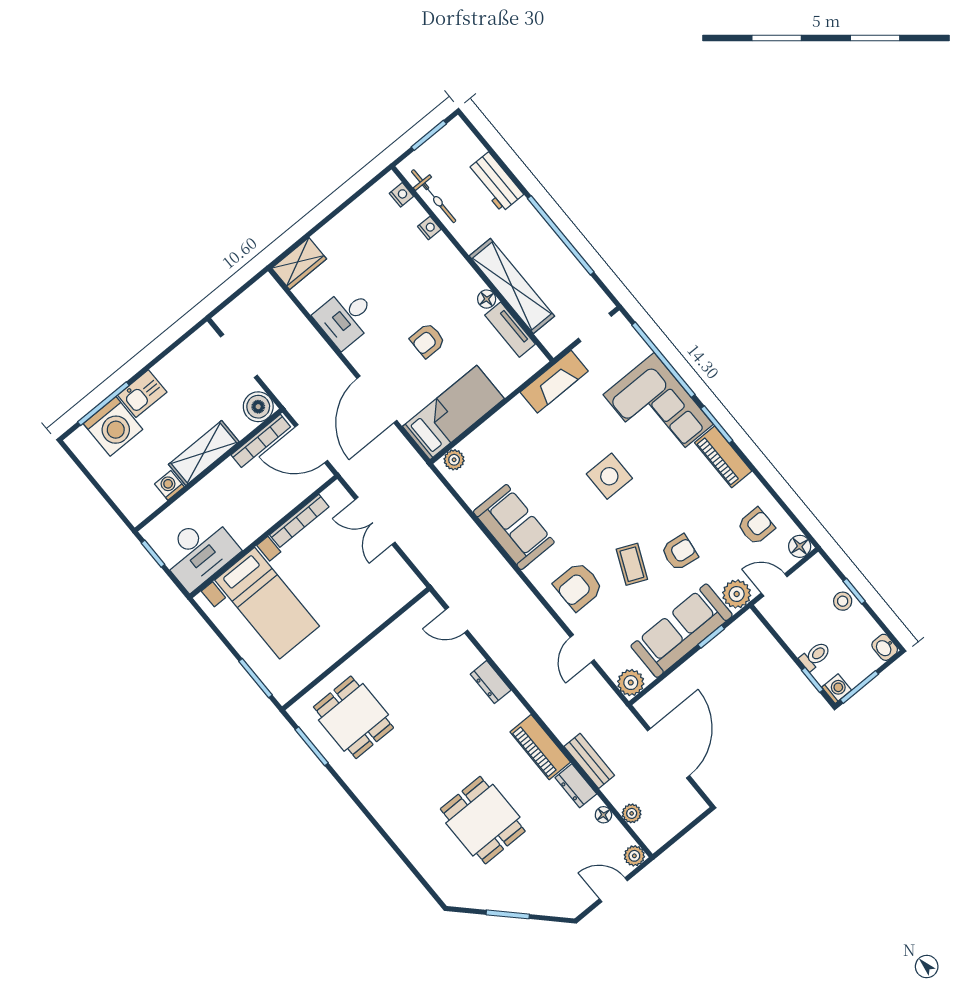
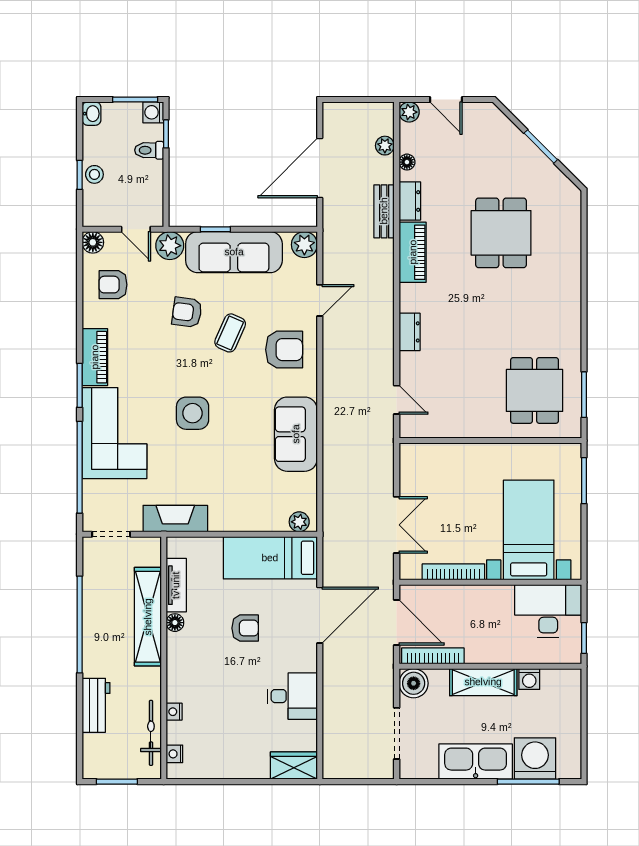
kitchen sink: (142, 394) -> (476, 762), width x1.88, depth x1.24

